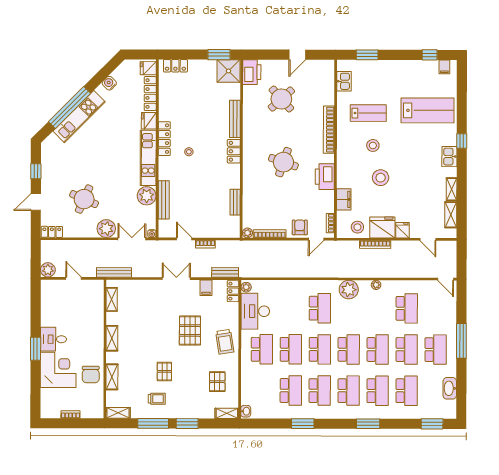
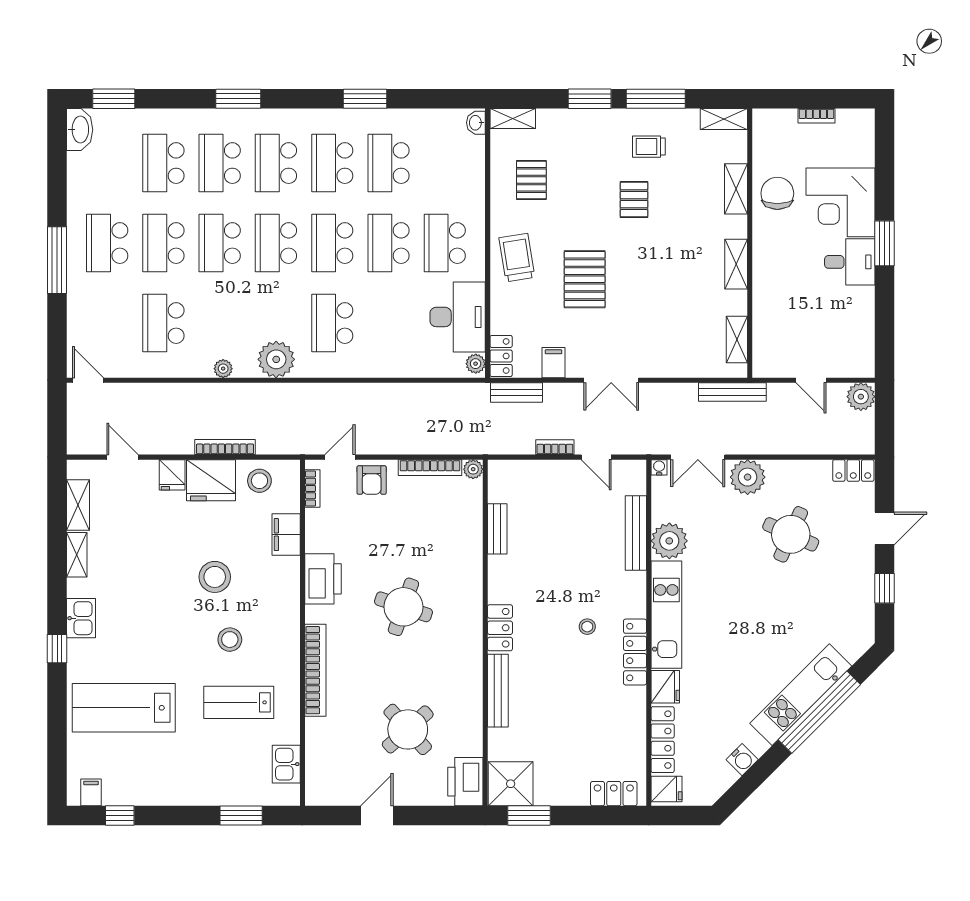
washbasin: (450, 388) -> (80, 130), moved

